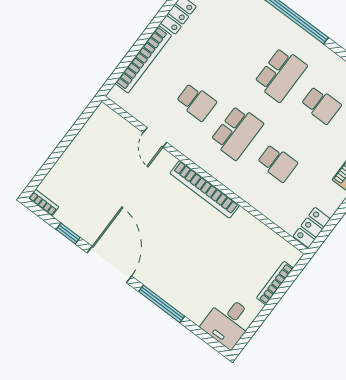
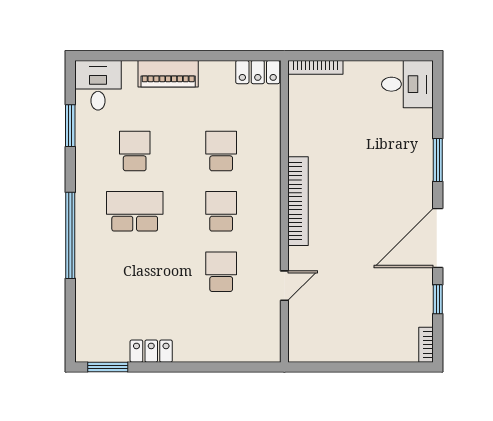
bookcase: (143, 59) -> (219, 352), removed
school desk: (237, 132) -> (221, 211), width x0.54
bookcase: (275, 283) -> (315, 67), moved
window: (162, 304) -> (438, 160), width x0.69

